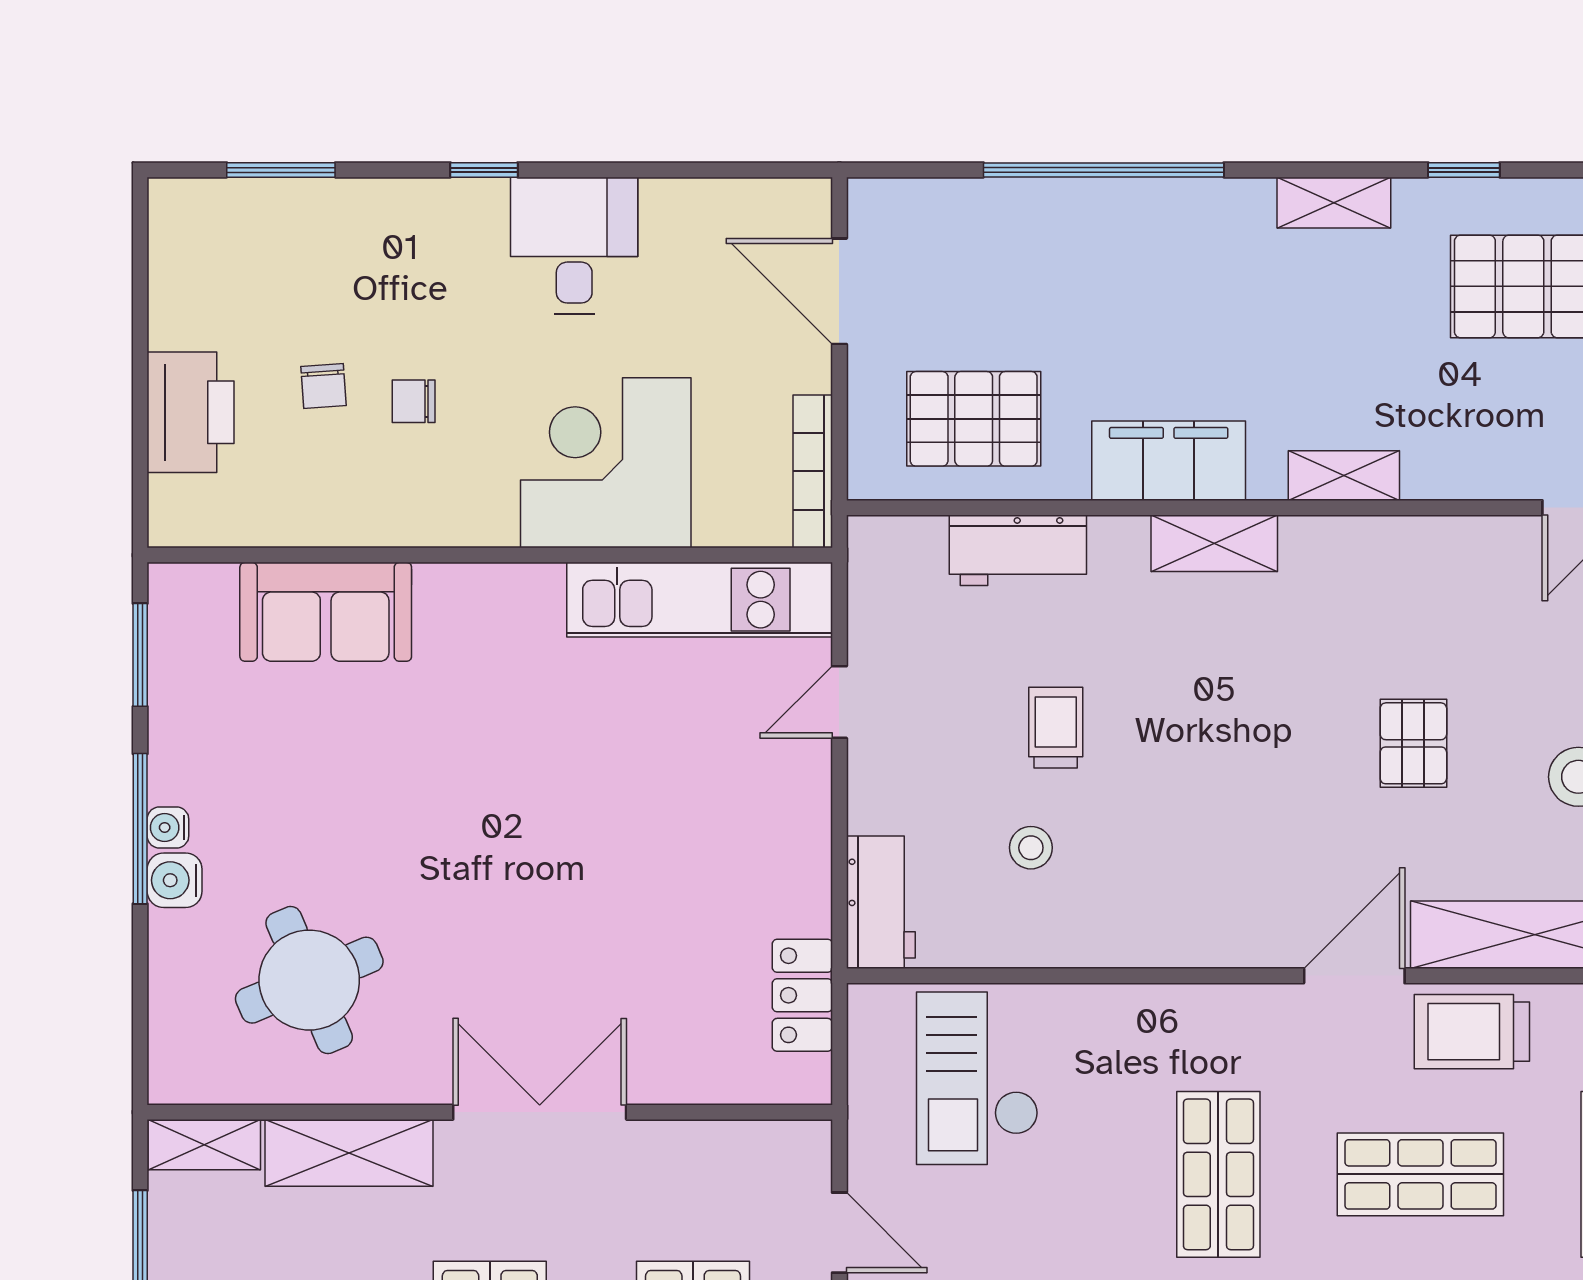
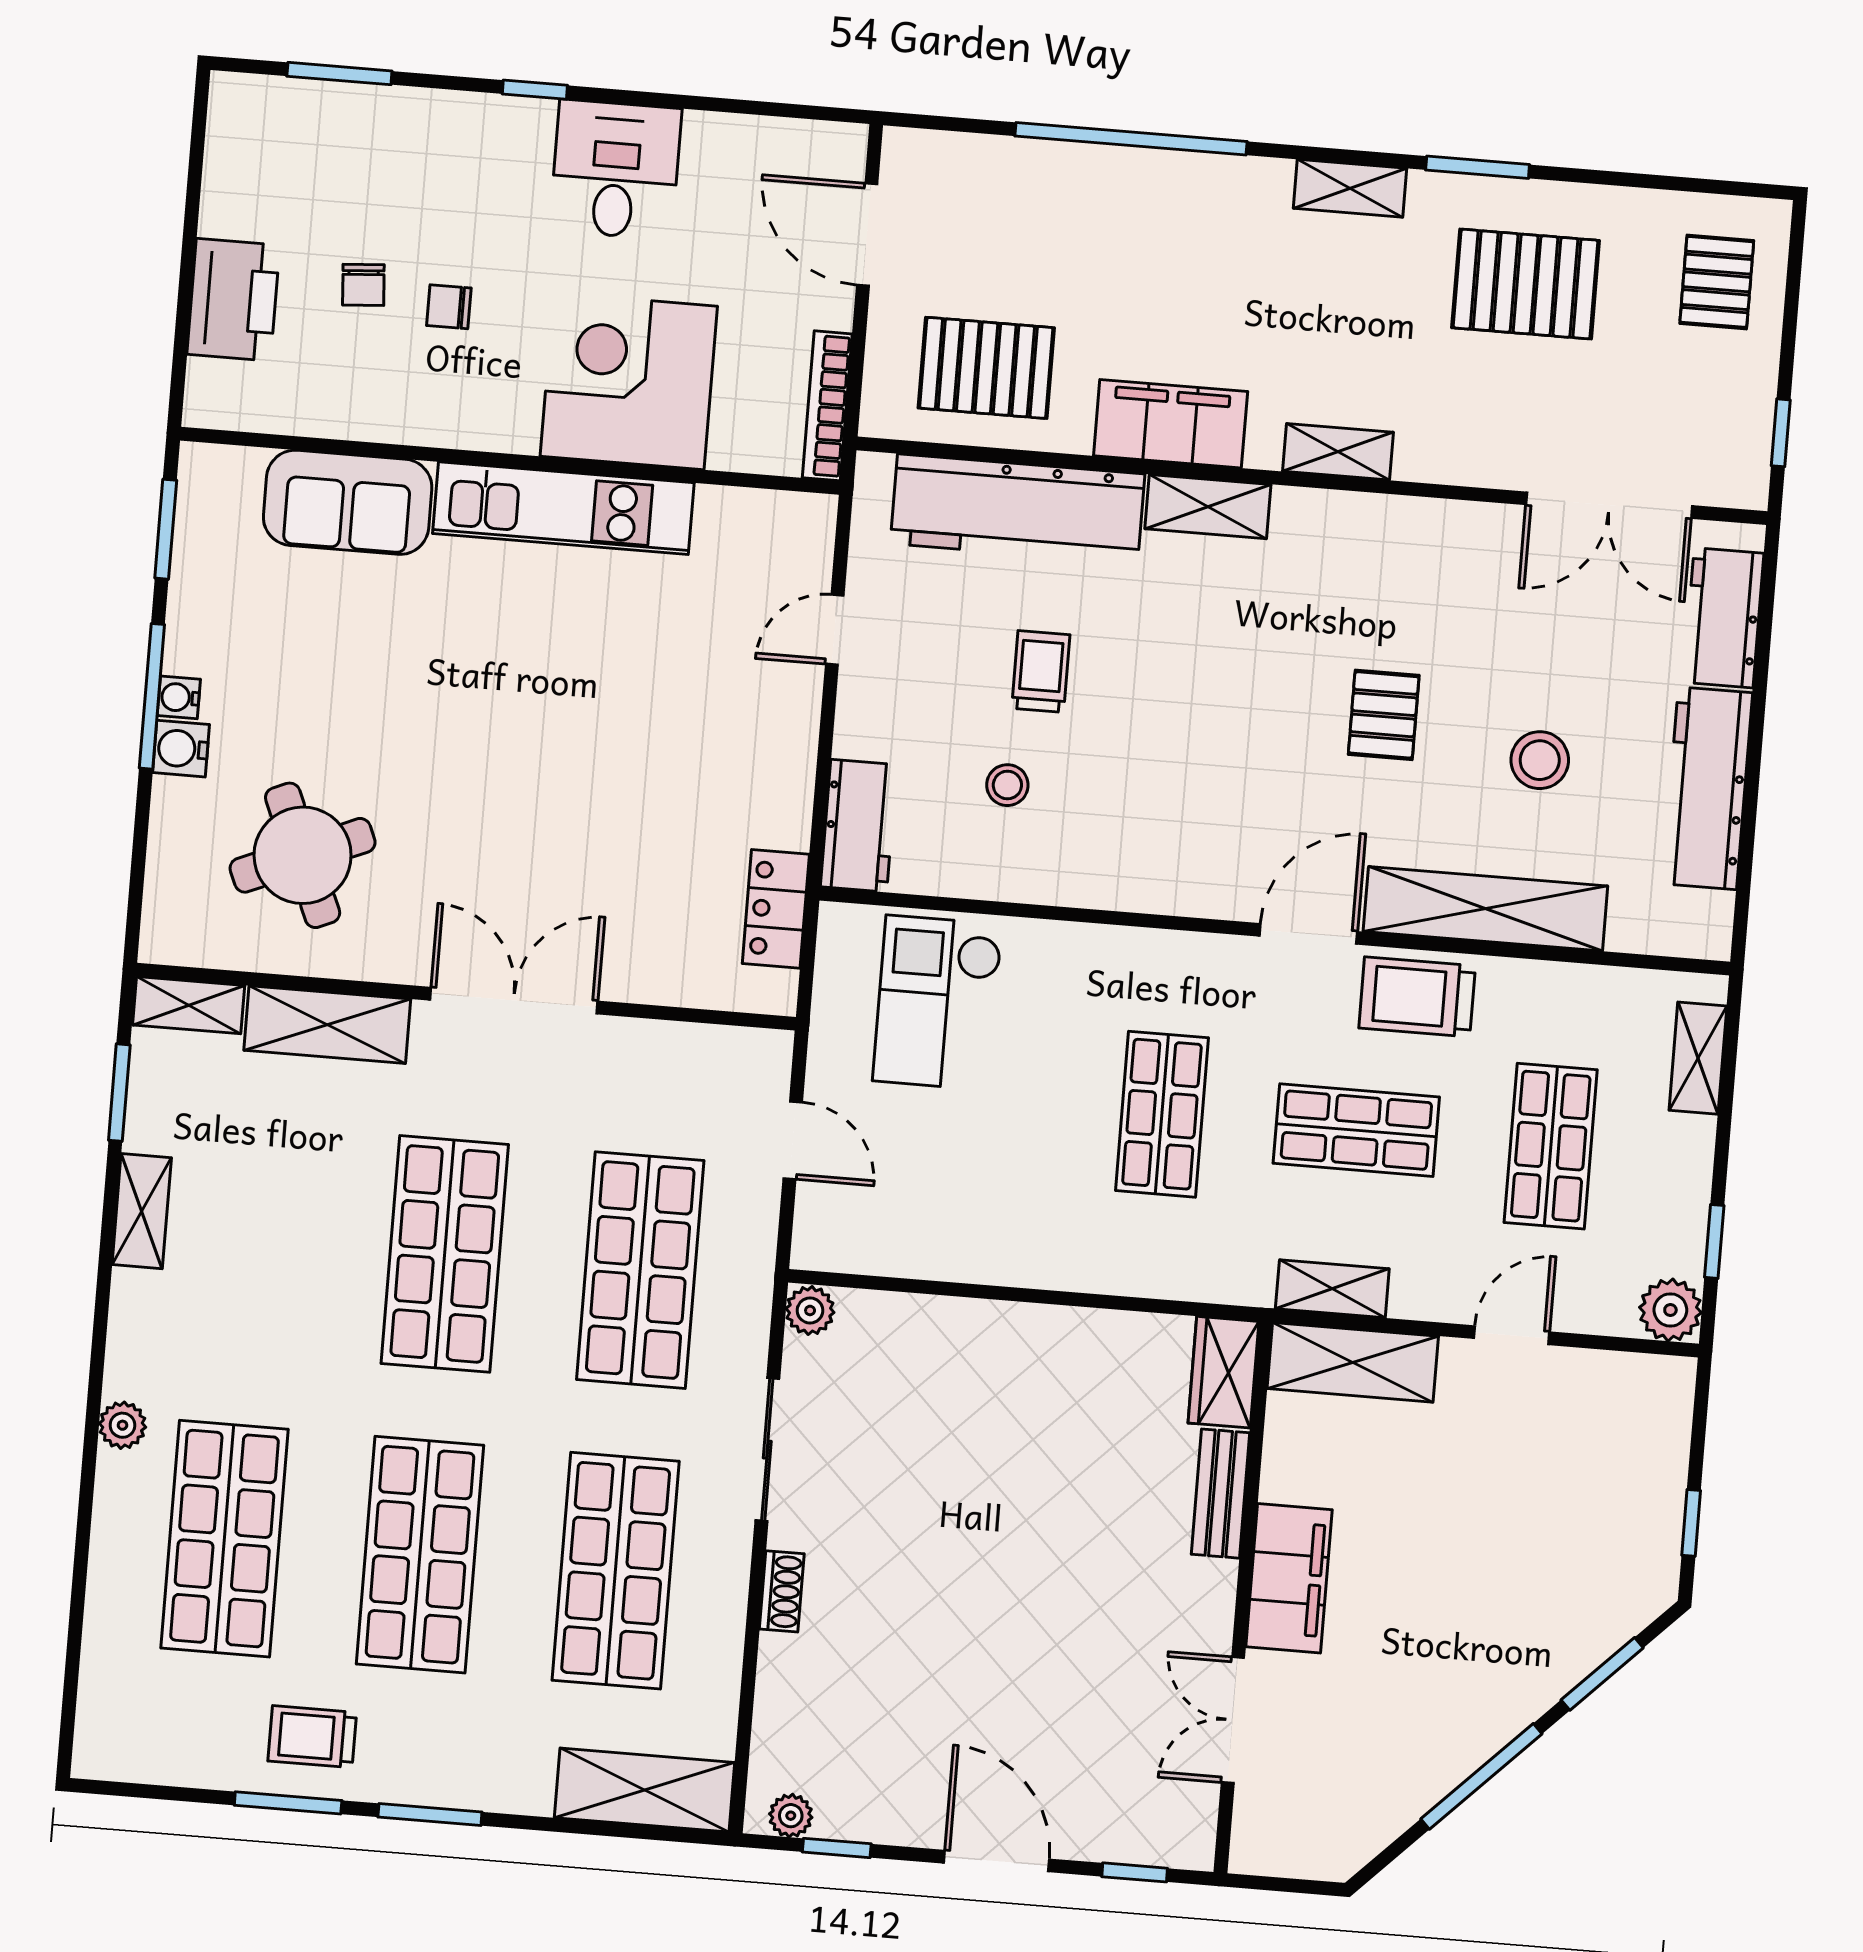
window: (1464, 170) -> (1478, 167), width x1.50
workbench: (1018, 550) -> (1018, 509), width x1.88, depth x1.32
kitchen unit: (700, 600) -> (563, 508), moved

